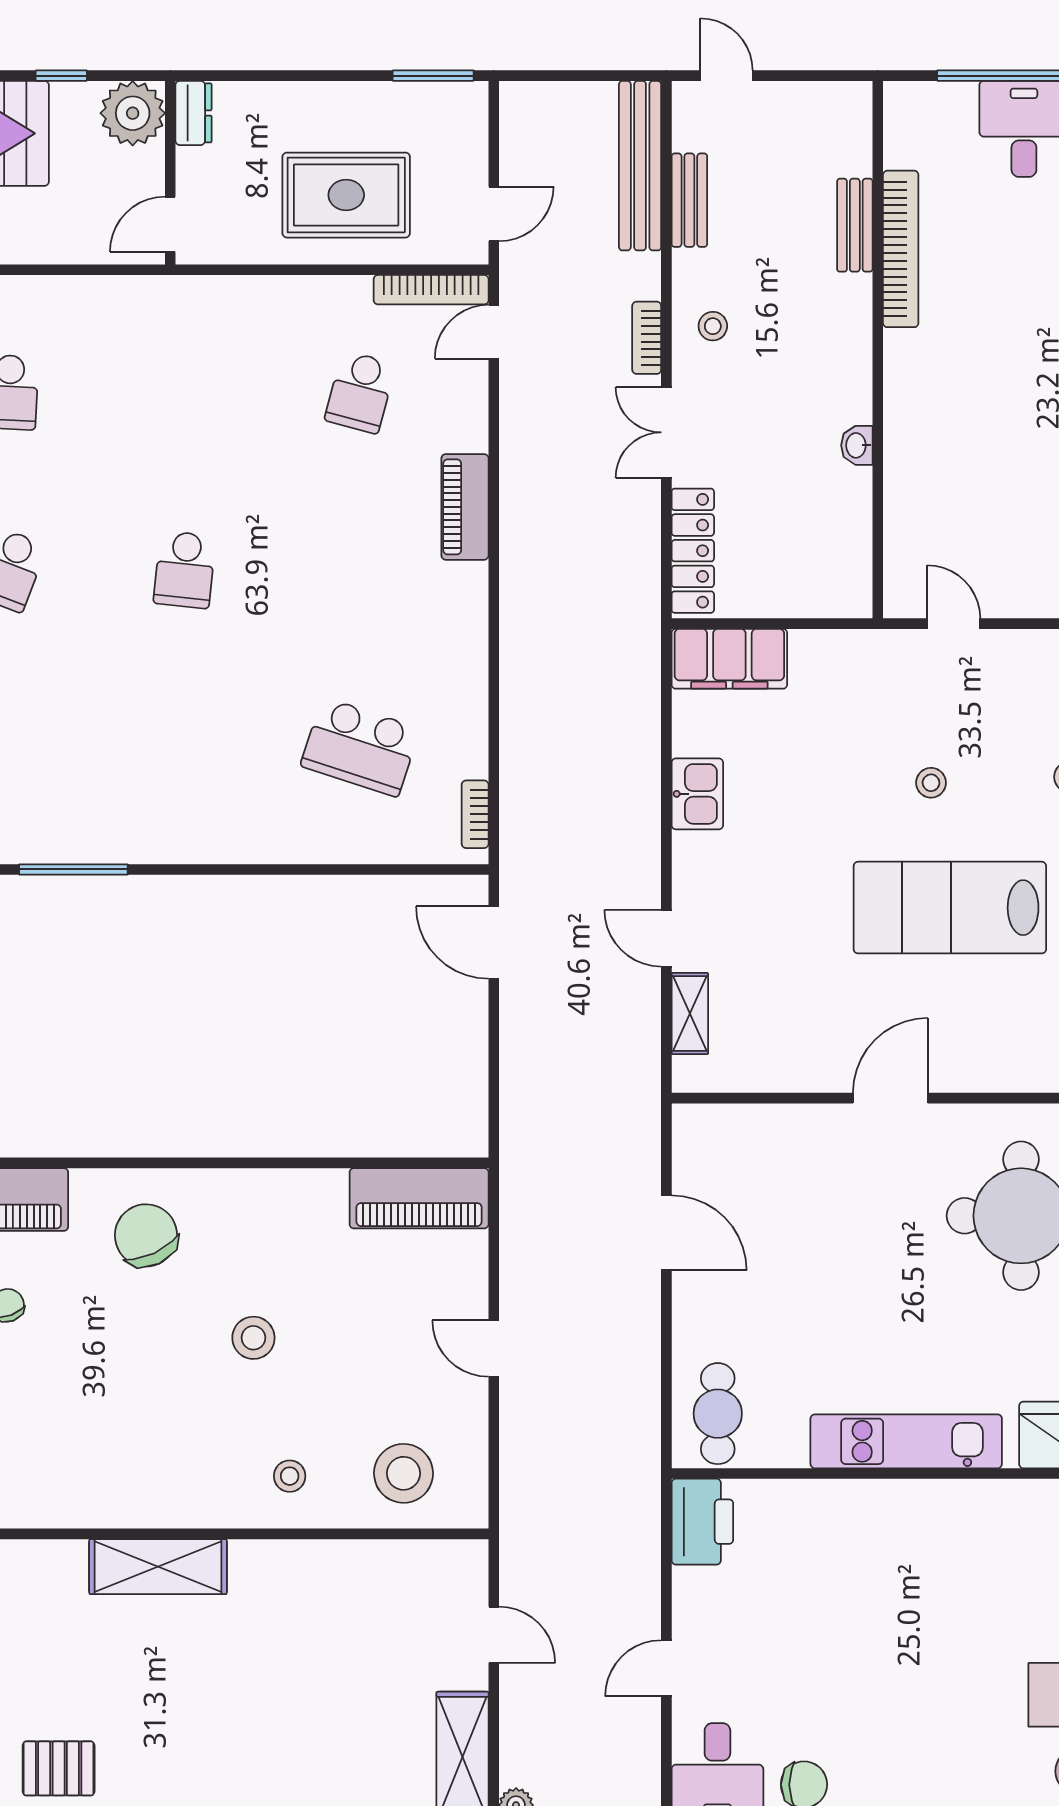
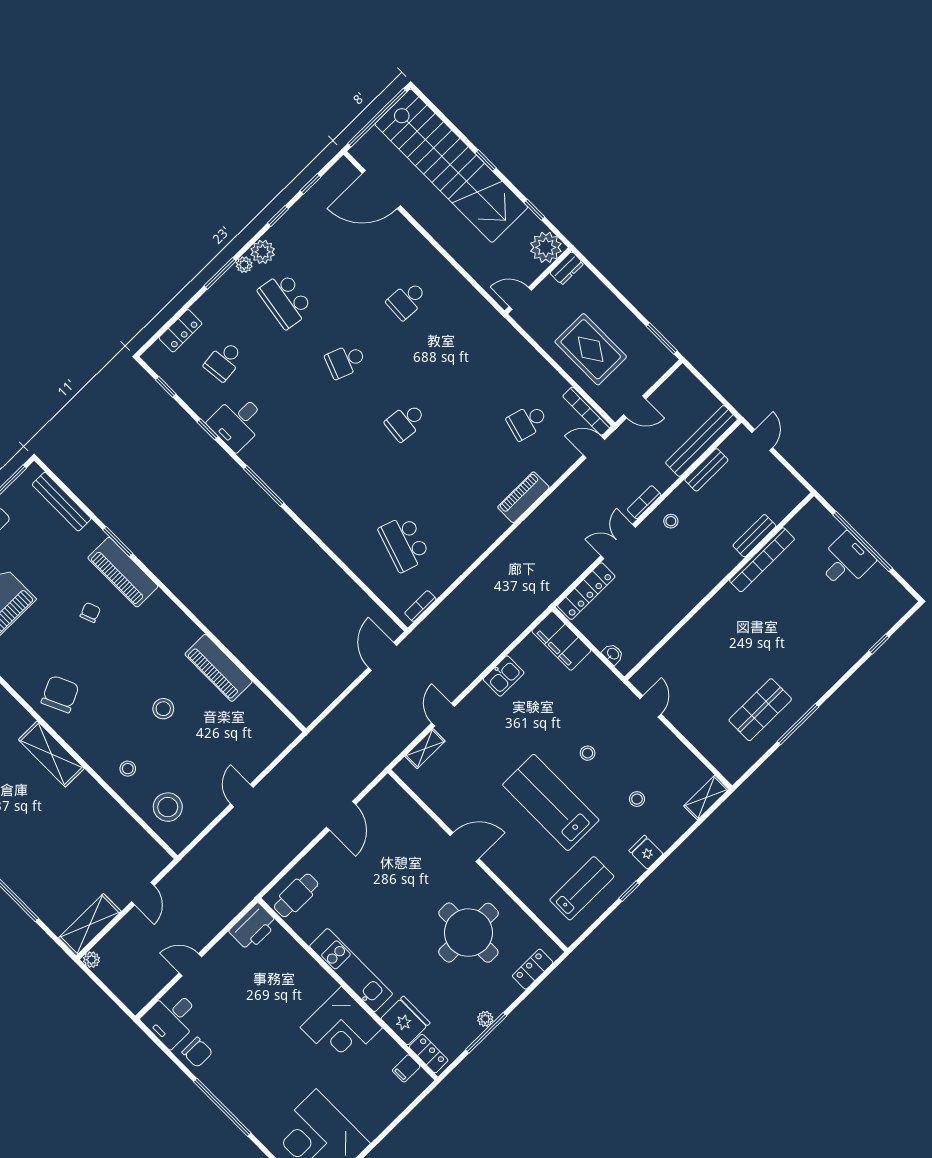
washbasin: (857, 445) -> (613, 654), moved, turned 90
piano: (419, 1198) -> (219, 668), moved
chair: (146, 1235) -> (60, 694), moved
corner desk: (976, 1539) -> (341, 1028), added

